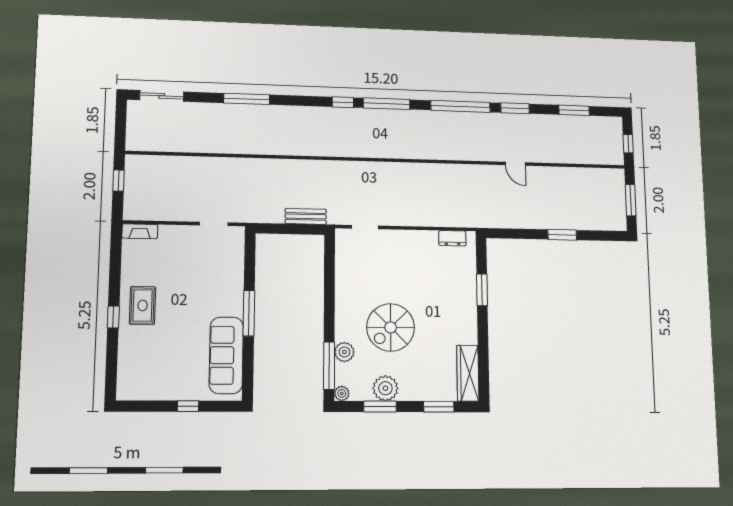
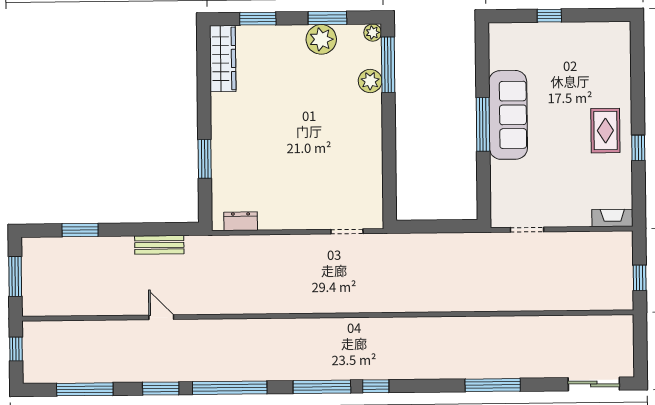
window: (574, 110) -> (85, 389), width x1.44
bench: (306, 216) -> (159, 245), moved
window: (562, 235) -> (80, 230), moved
window: (113, 317) -> (638, 148), moved
spiral stairs: (391, 327) -> (316, 111), removed
sofa: (226, 355) -> (508, 115), moved

